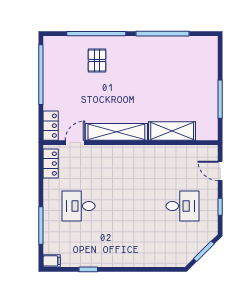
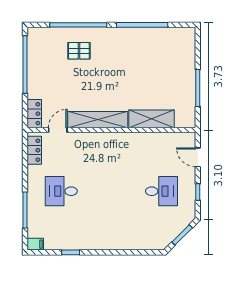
pallet: (97, 61) -> (79, 51), turned 90

